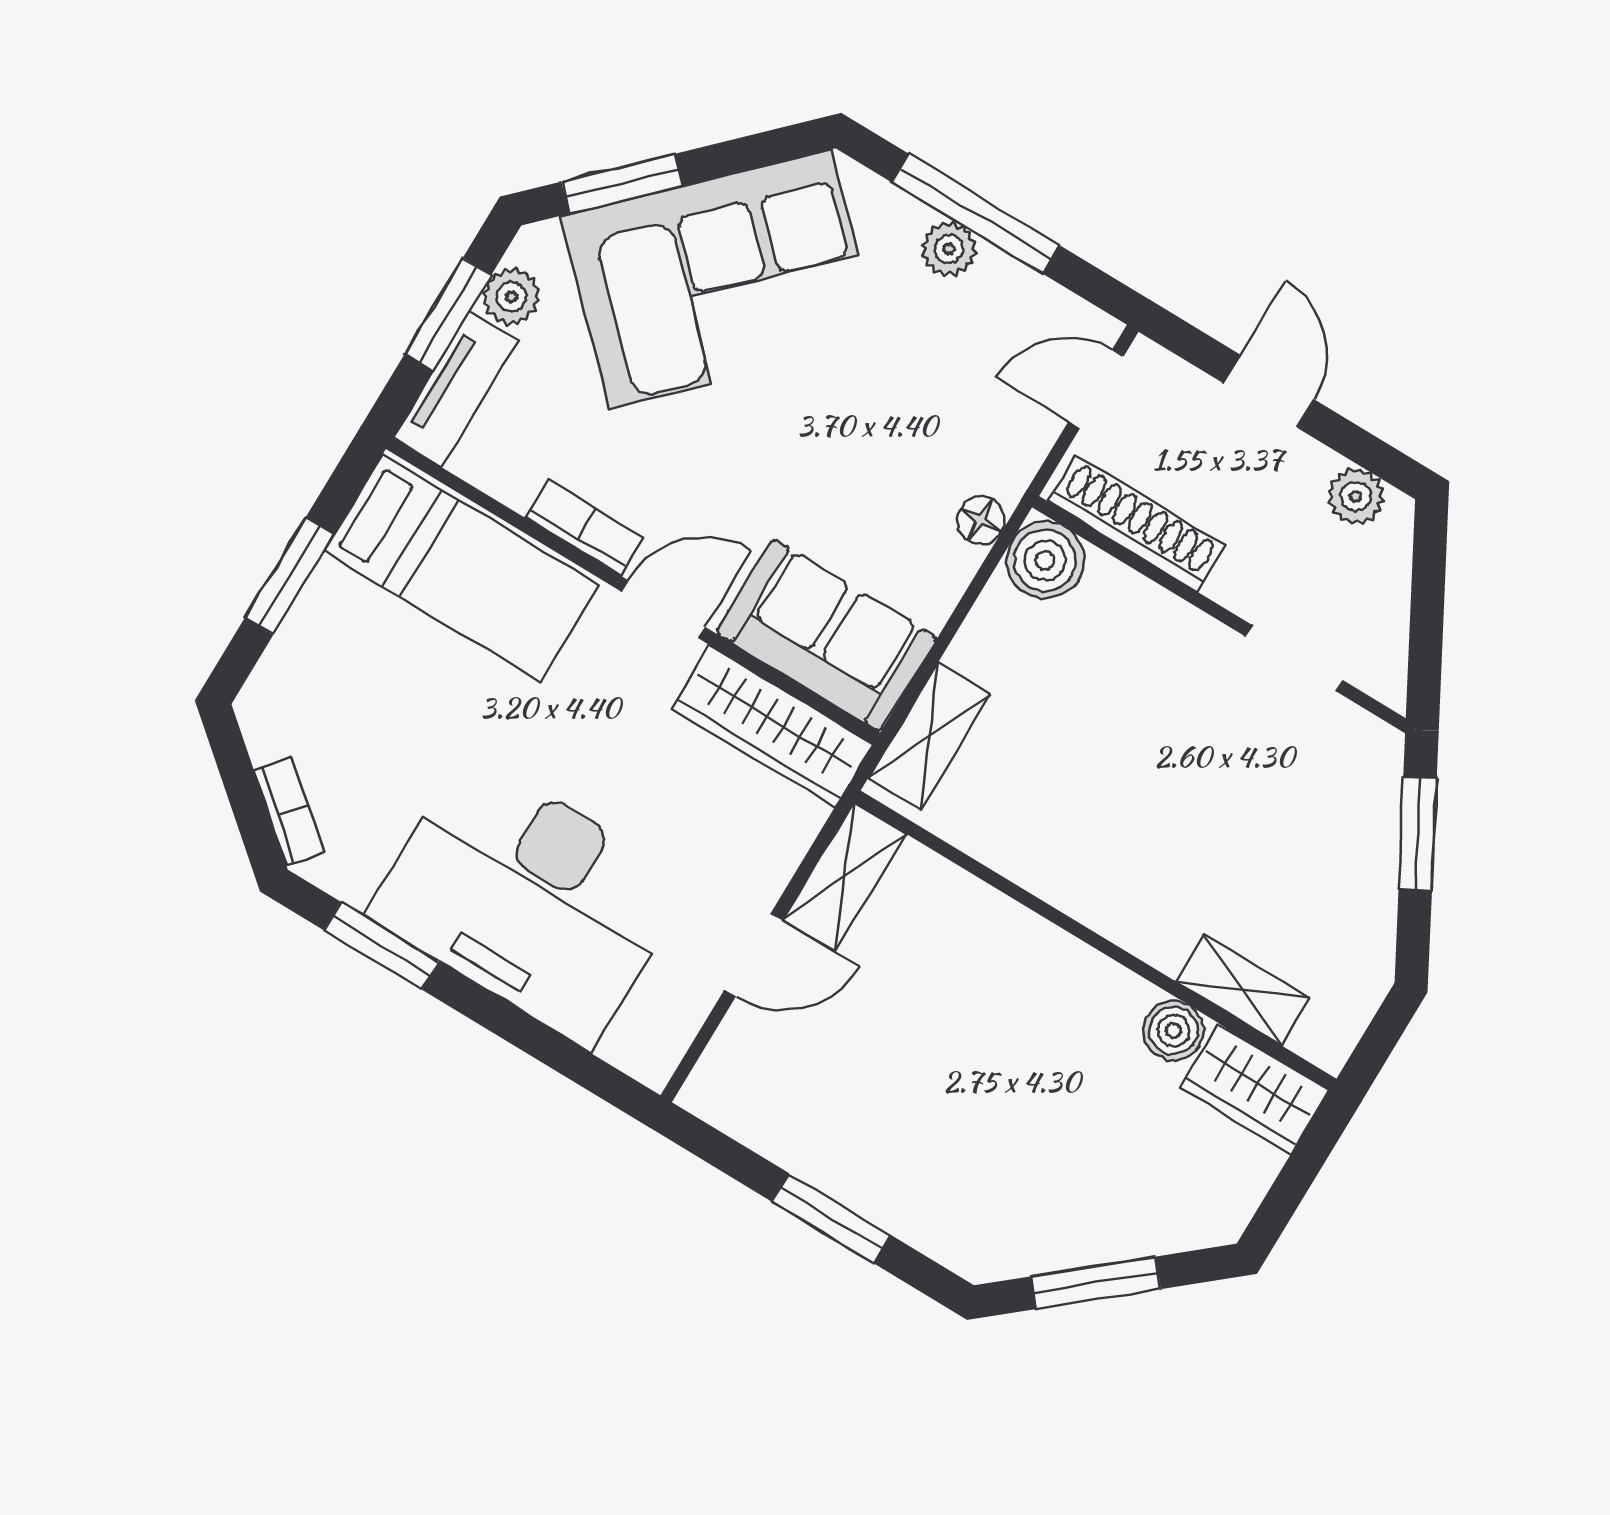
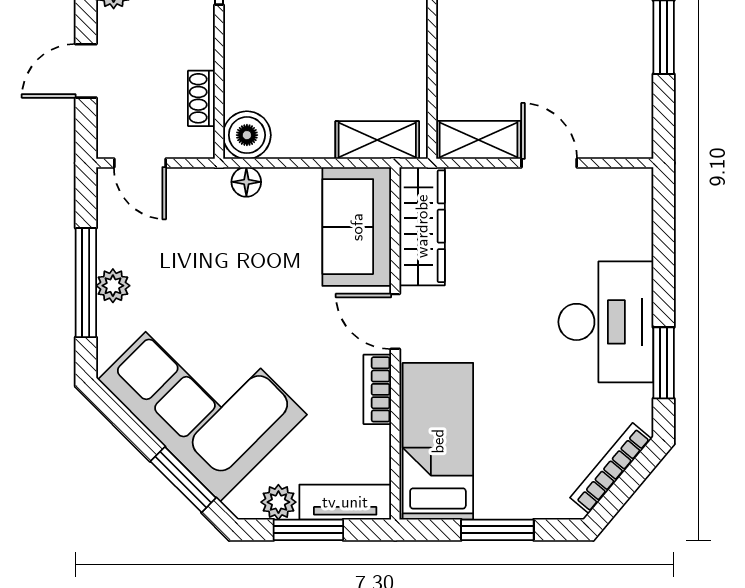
shoe rack: (1137, 524) -> (201, 98), width x0.51, depth x0.81
bookcase: (289, 811) -> (611, 468), width x1.56
desk: (529, 899) -> (606, 322), width x0.73, depth x0.77

